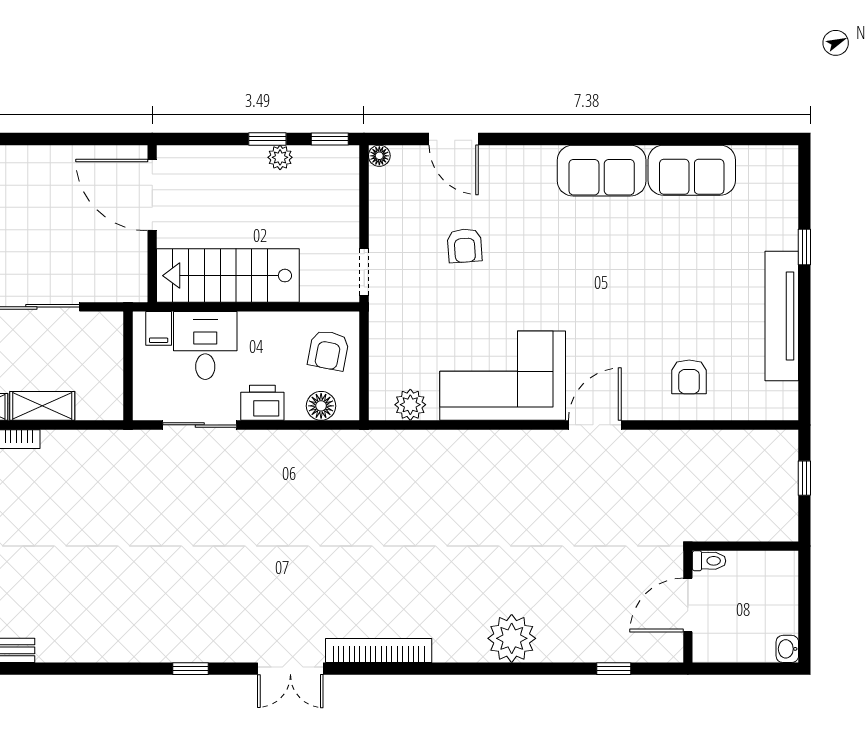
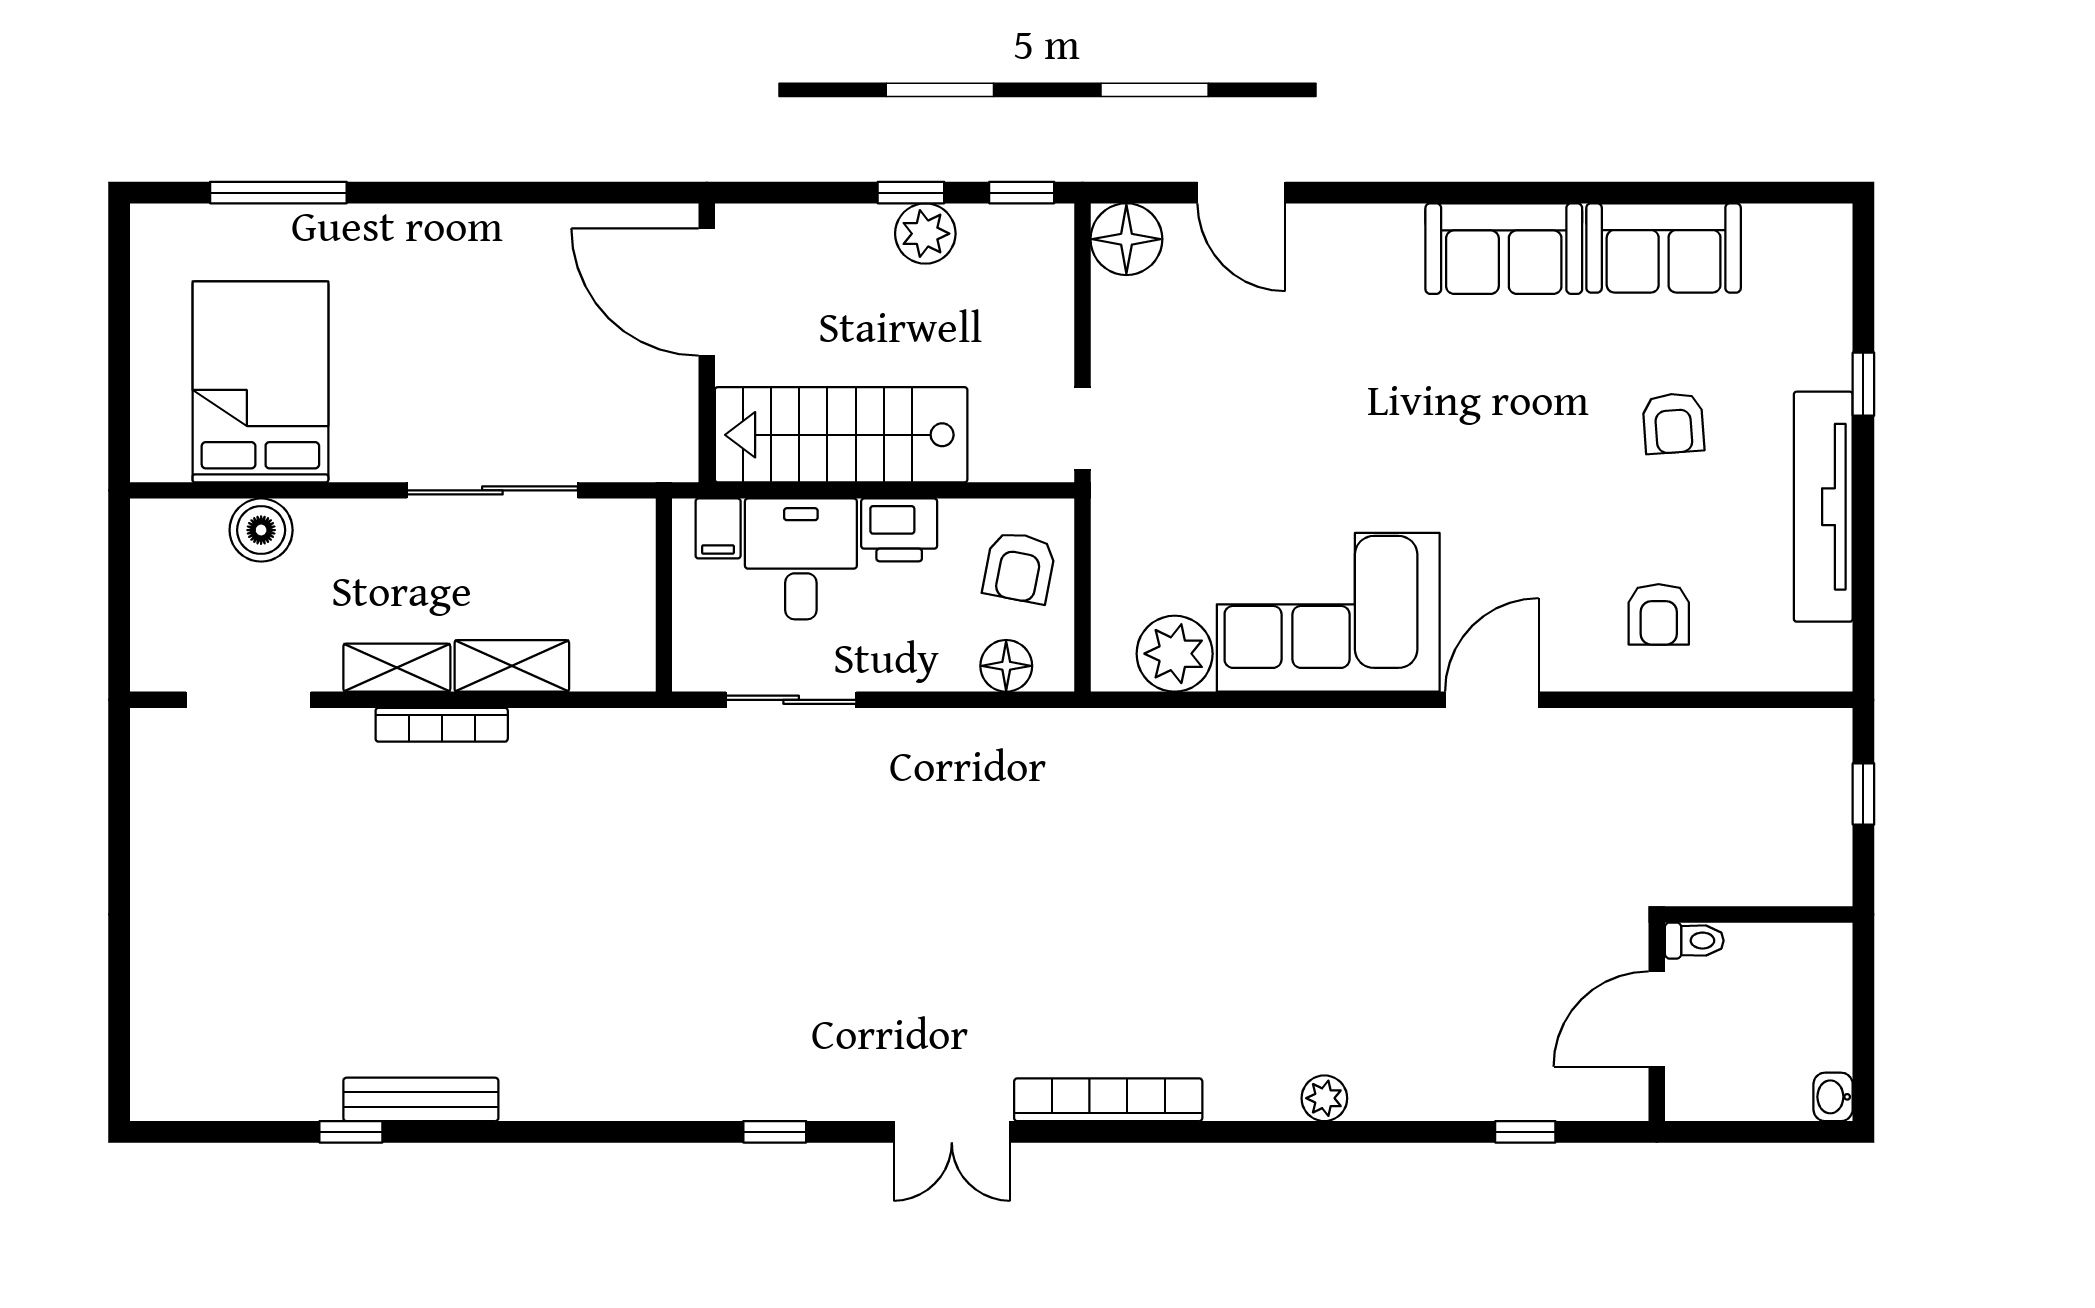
floor lamp: (379, 156) -> (1126, 239), width x1.89, depth x1.89
plant: (280, 157) -> (925, 234), width x1.38, depth x1.38
armchair: (465, 246) -> (1673, 423), moved
printer: (262, 403) -> (899, 530), moved, turned 180
plant: (410, 405) -> (1175, 654), width x1.36, depth x1.36
plant: (512, 638) -> (1324, 1098), width x0.53, depth x0.53

